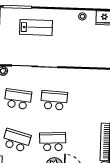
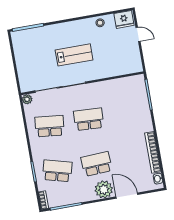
lab bench: (36, 27) -> (74, 55), moved

